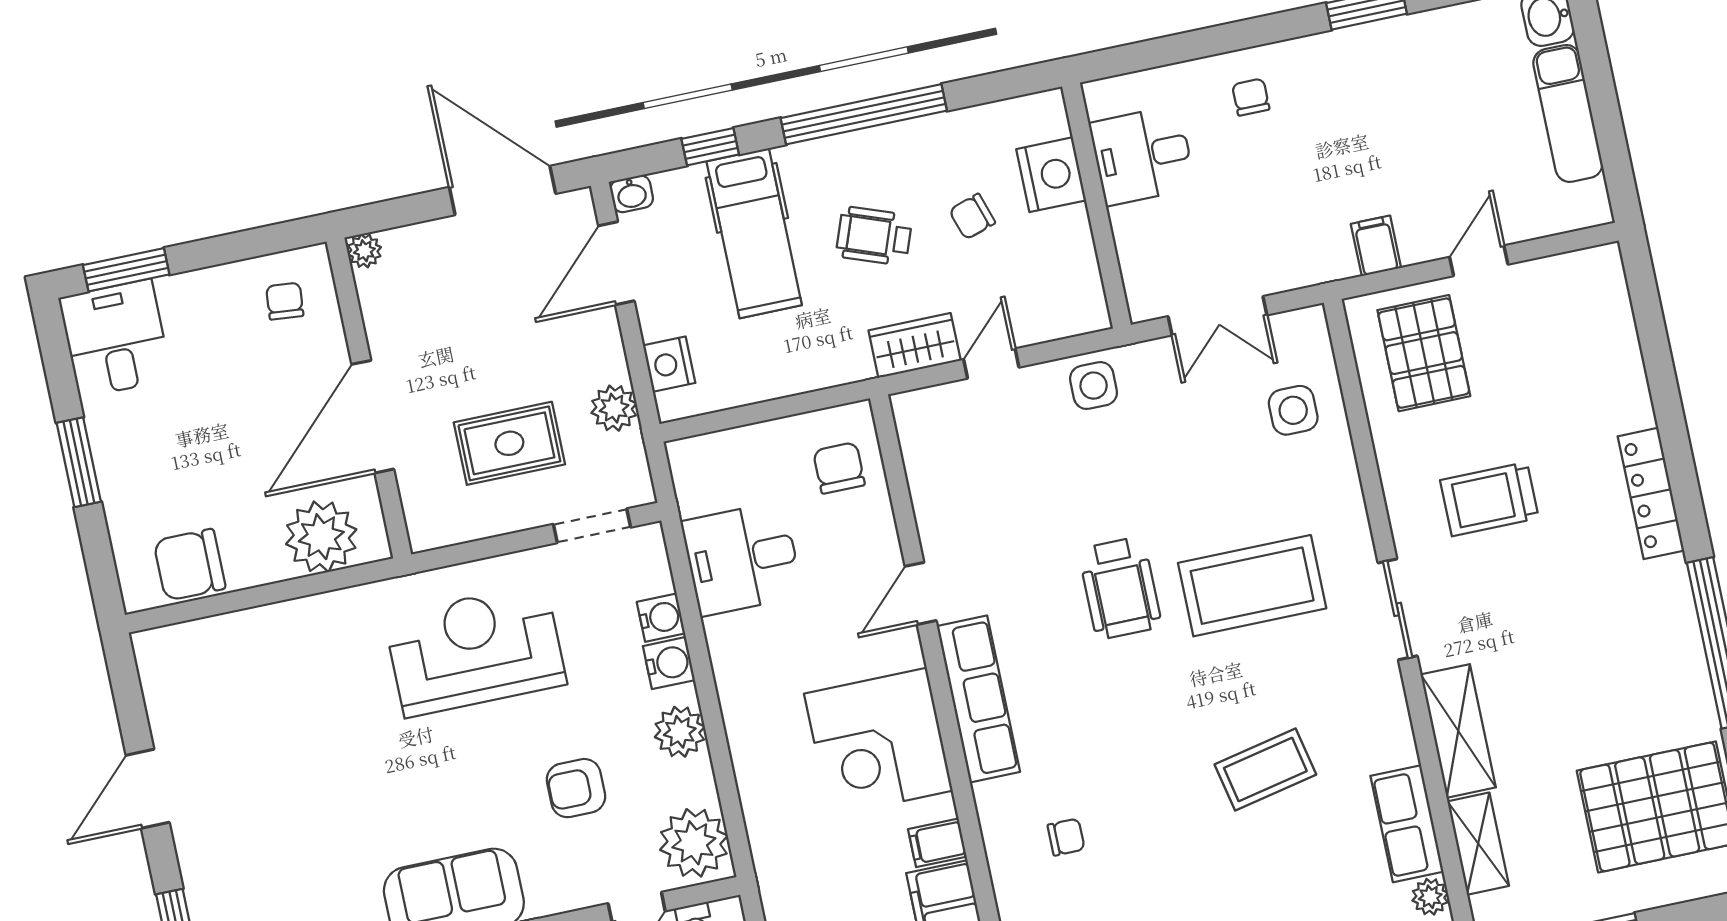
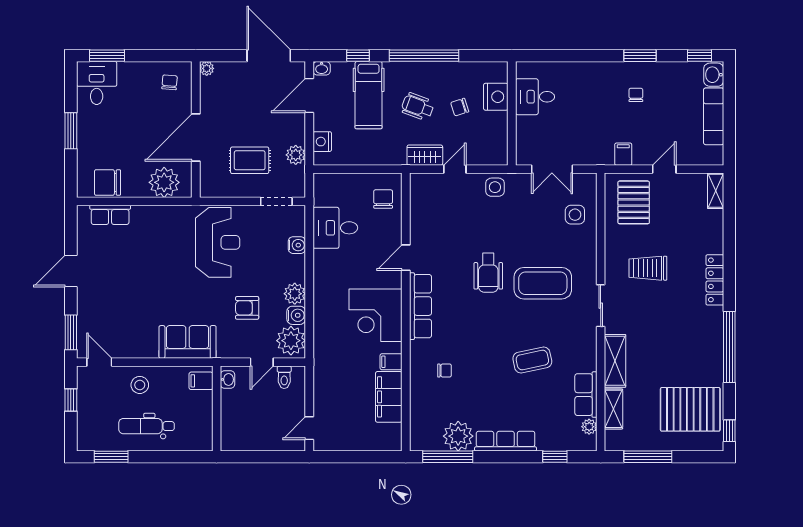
chair: (1251, 97) -> (636, 95), moved
shelving: (1609, 286) -> (716, 191), added
row of seats: (211, 639) -> (110, 215), added
reception desk: (475, 650) -> (218, 242), turned 90
water cooler: (669, 663) -> (296, 315), moved

